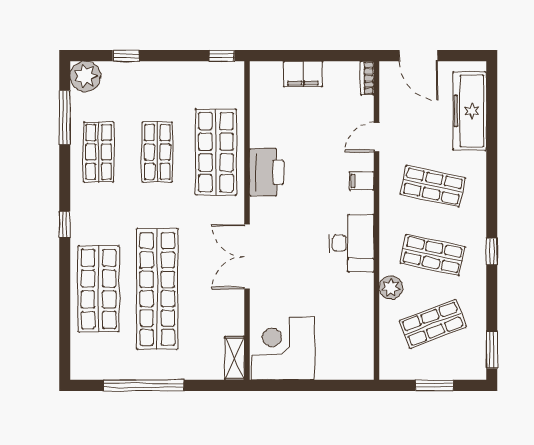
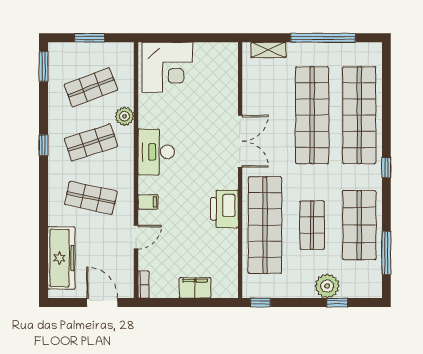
plant: (85, 76) -> (327, 286), moved
shop shelf: (99, 152) -> (359, 225), width x1.43, depth x1.36
shop shelf: (216, 152) -> (265, 225), width x1.40
shop shelf: (433, 255) -> (91, 143), turned -30
shop shelf: (99, 289) -> (359, 115), width x1.40
corner desk: (283, 349) -> (167, 67), moved
shelving: (235, 358) -> (268, 50), moved, turned 90

